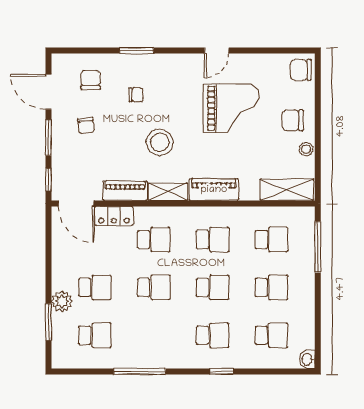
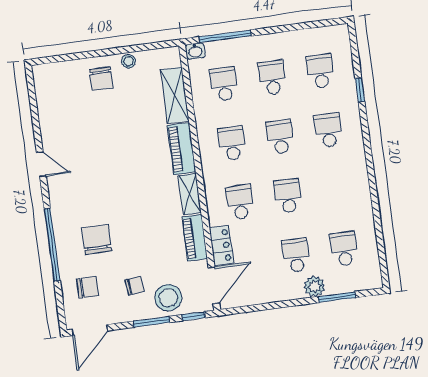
window: (137, 51) -> (52, 245), width x2.11
chair: (301, 70) -> (49, 77), removed
chair: (91, 80) -> (88, 287), turned 180
door: (48, 92) -> (90, 330), moved
chair: (136, 95) -> (97, 240), width x1.87, depth x1.87
grand piano: (232, 108) -> (97, 142), removed
stool: (160, 142) -> (168, 298), moved
shelving: (287, 190) -> (175, 95), moved
washbasin: (307, 359) -> (195, 51), moved
window: (140, 371) -> (374, 199), removed
window: (222, 371) -> (360, 90), moved

